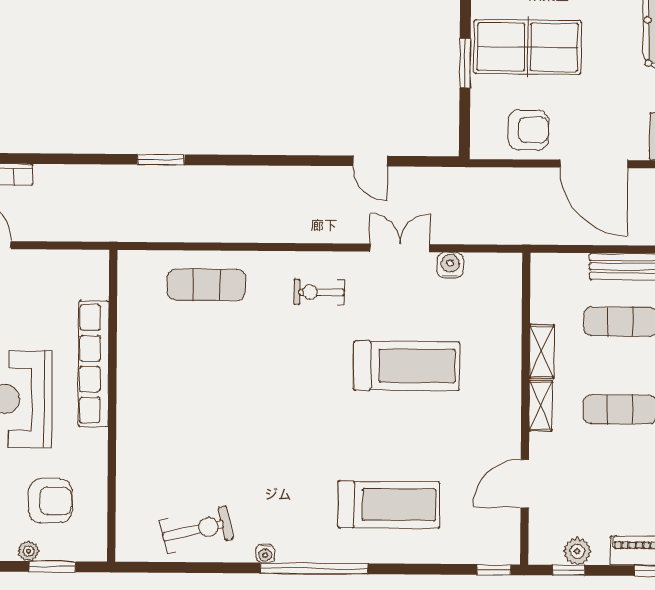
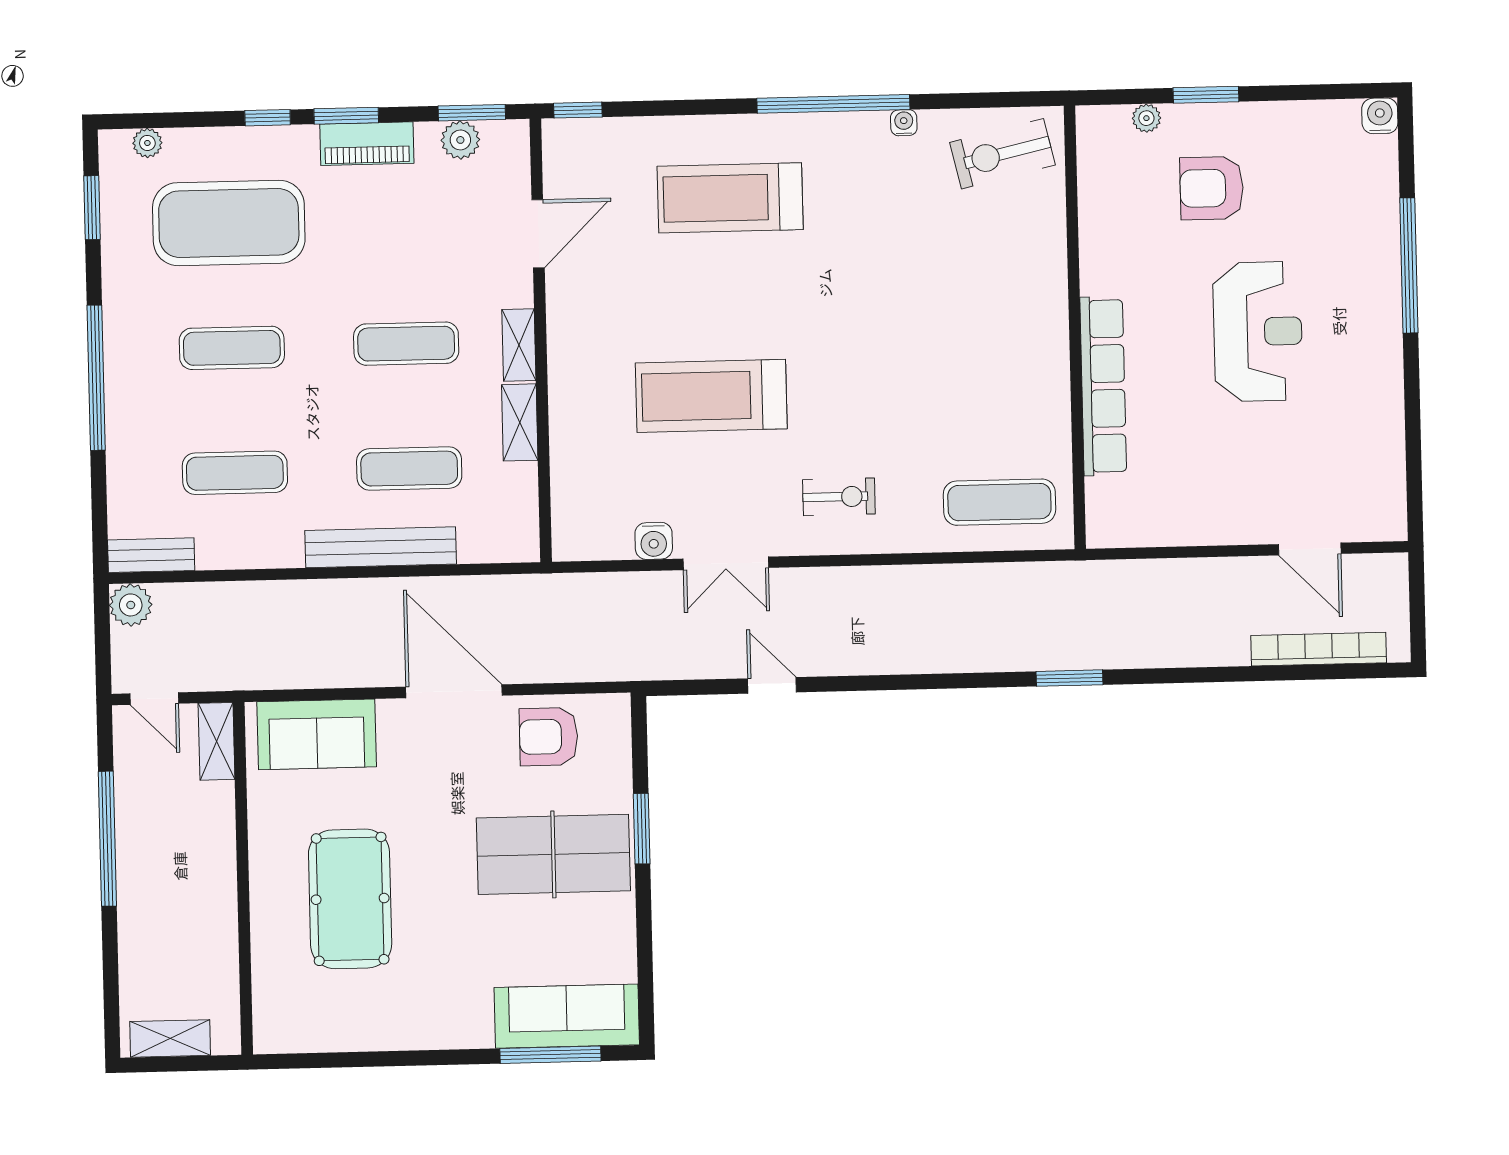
row of seats: (94, 364) -> (1103, 386), moved
wall: (112, 406) -> (1075, 327), moved
plant: (29, 551) -> (1146, 118), moved
window: (569, 570) -> (472, 113), width x1.50

